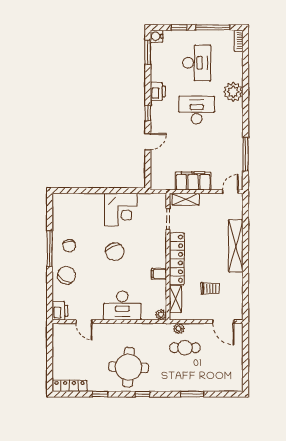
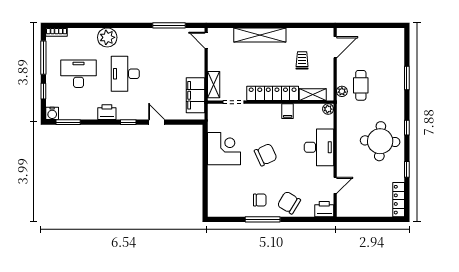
filing cabinet: (193, 181) -> (196, 95), moved

